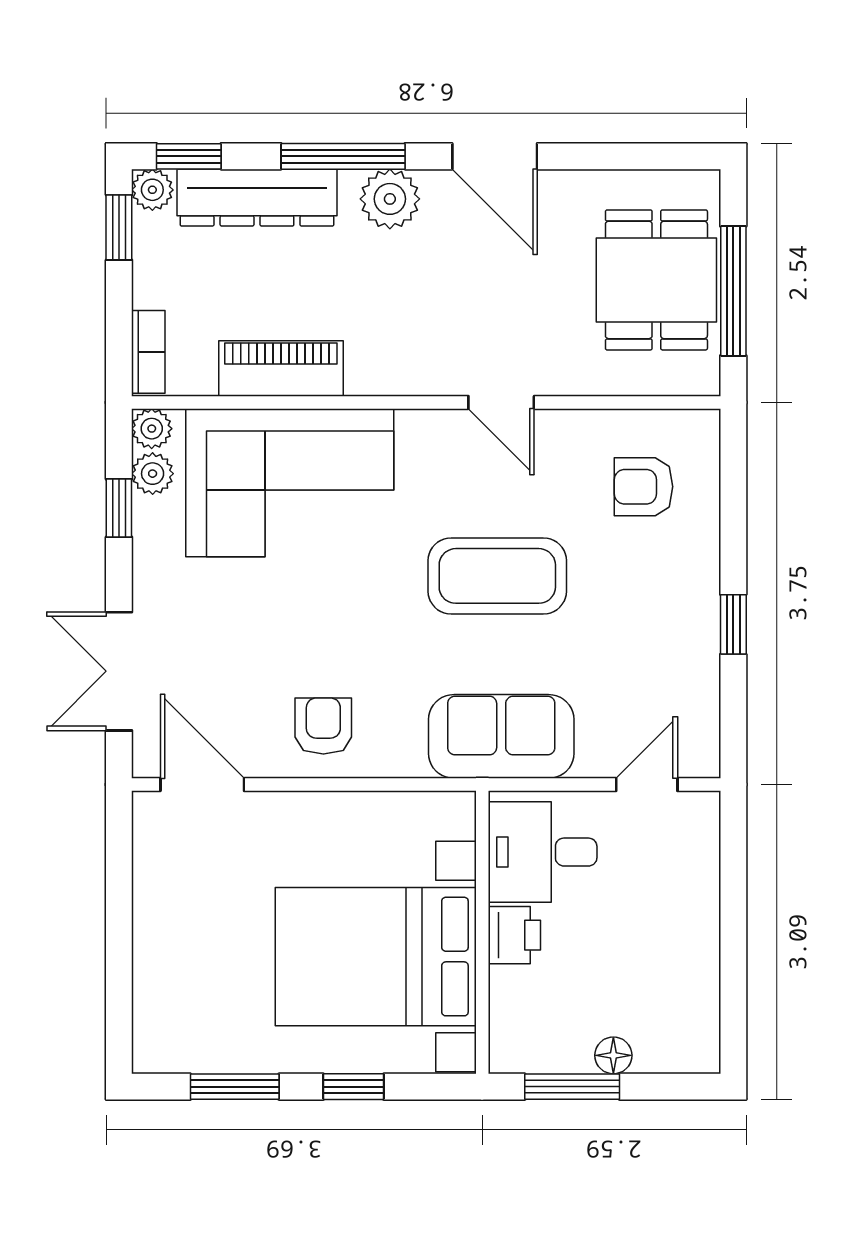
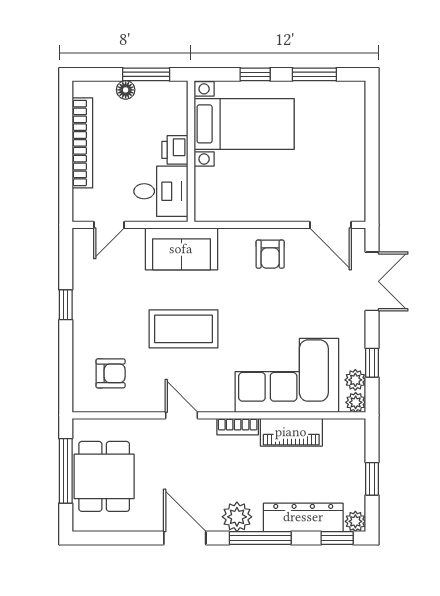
window: (119, 227) -> (372, 479), moved
bookcase: (148, 352) -> (238, 427), moved, turned -90
bookcase: (700, 949) -> (82, 143), added
bed with nightstands: (376, 957) -> (244, 124), width x0.73

